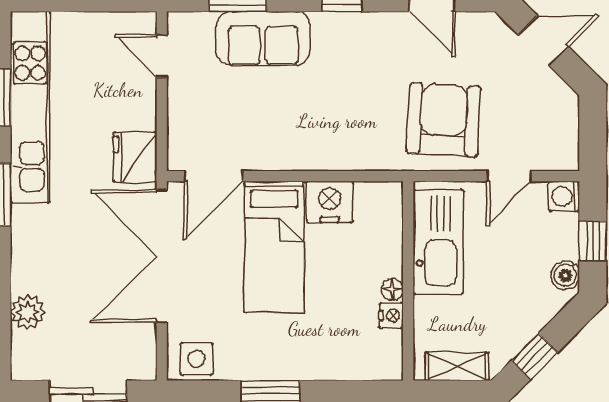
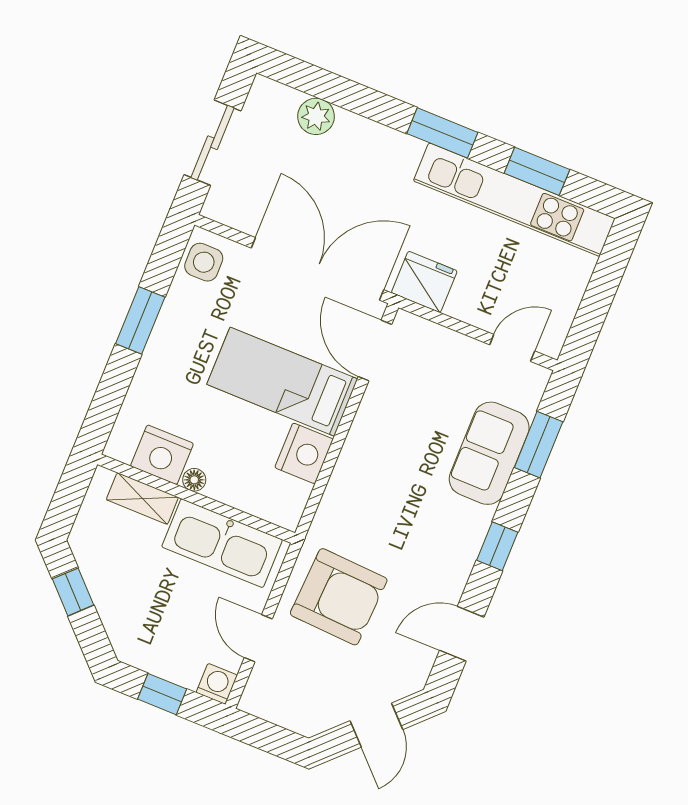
boiler: (565, 275) -> (140, 654), removed
nightstand: (391, 316) -> (162, 455), width x1.89, depth x1.79
shelving: (457, 367) -> (142, 498), moved, turned 90

